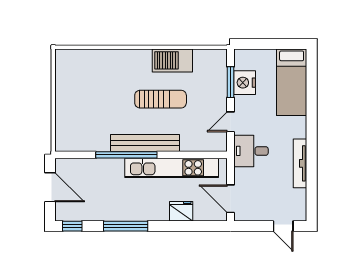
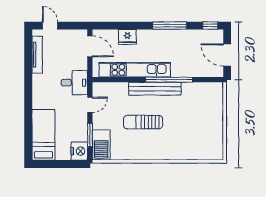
barbecue: (172, 60) -> (101, 145), moved, turned 90
nightstand: (245, 83) -> (79, 151), moved
tv unit: (300, 163) -> (37, 55), moved

